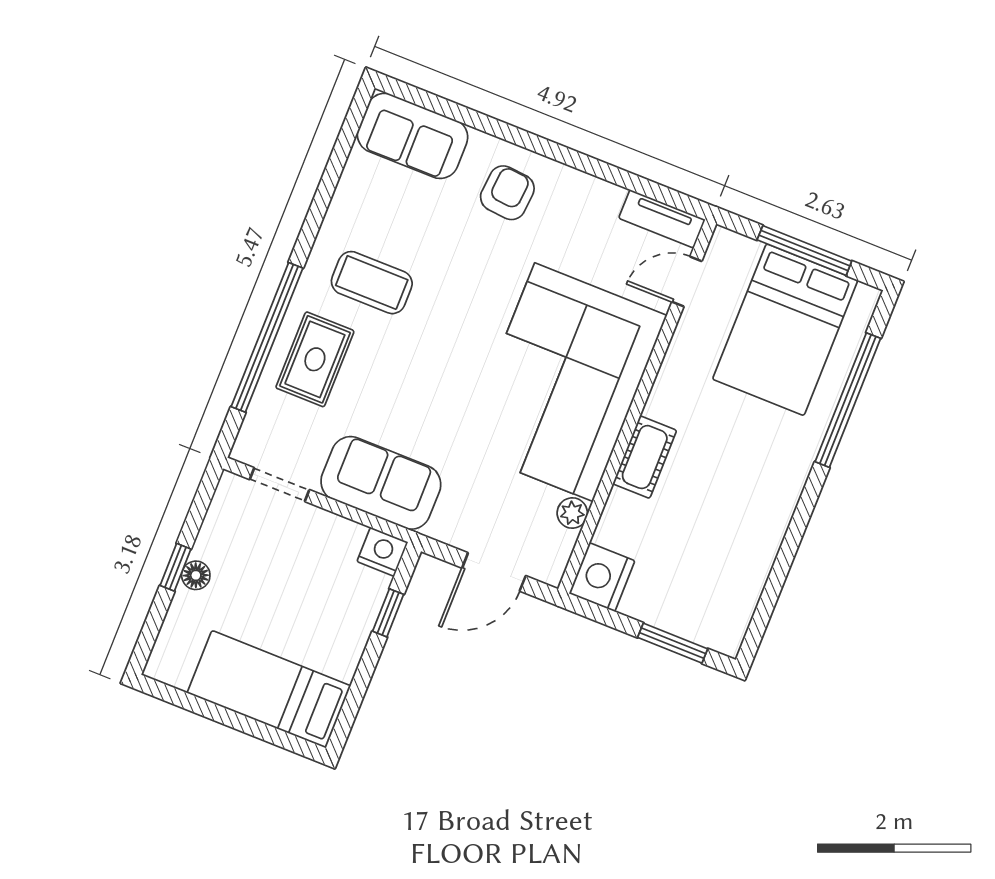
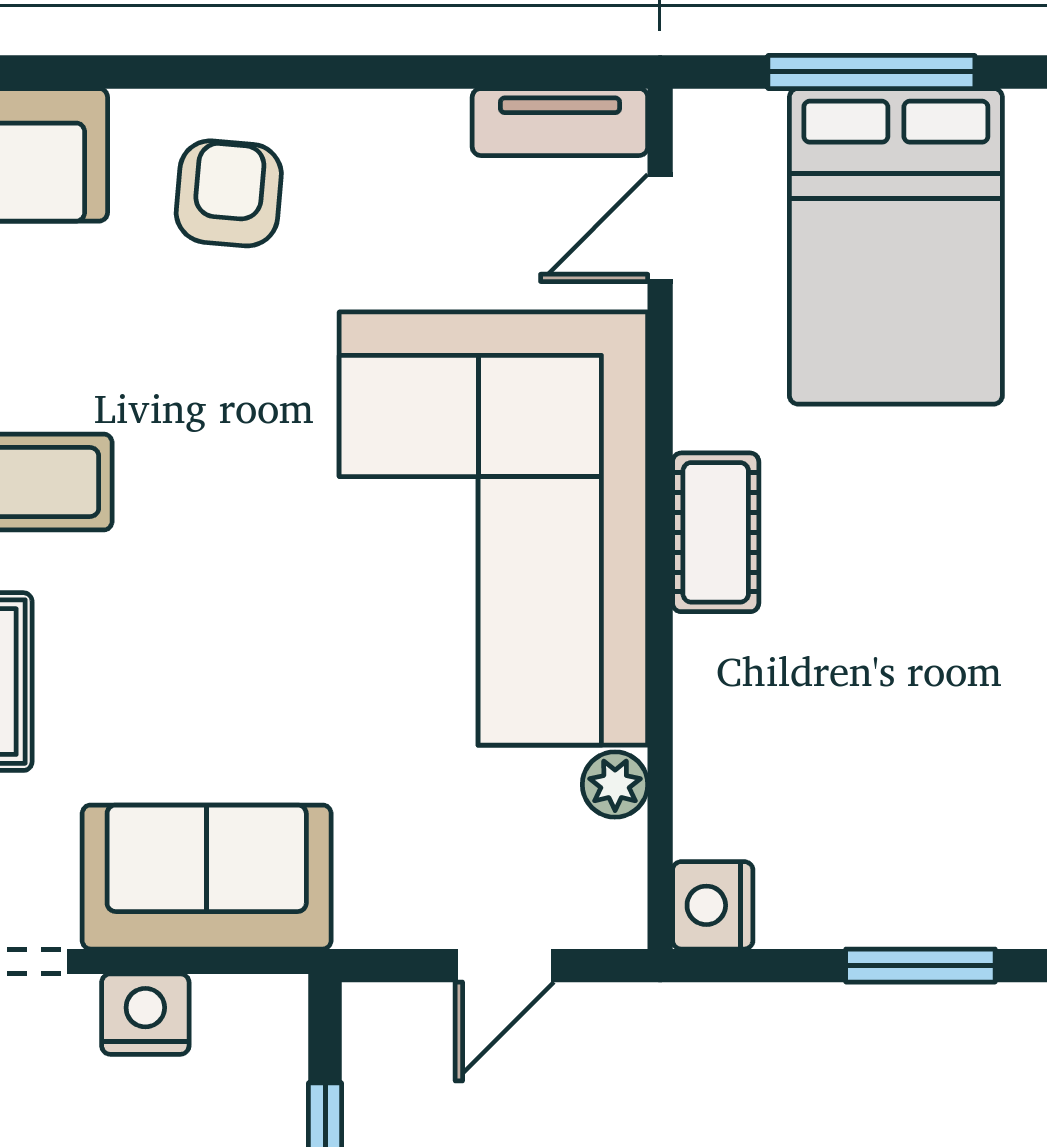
cot: (645, 457) -> (716, 532), moved
nightstand: (382, 552) -> (145, 1014), moved
door: (494, 572) -> (505, 966), width x0.73
nightstand: (602, 577) -> (713, 905), width x0.74, depth x0.75

